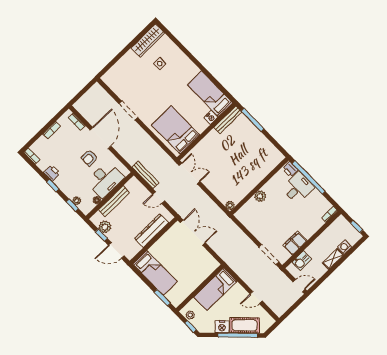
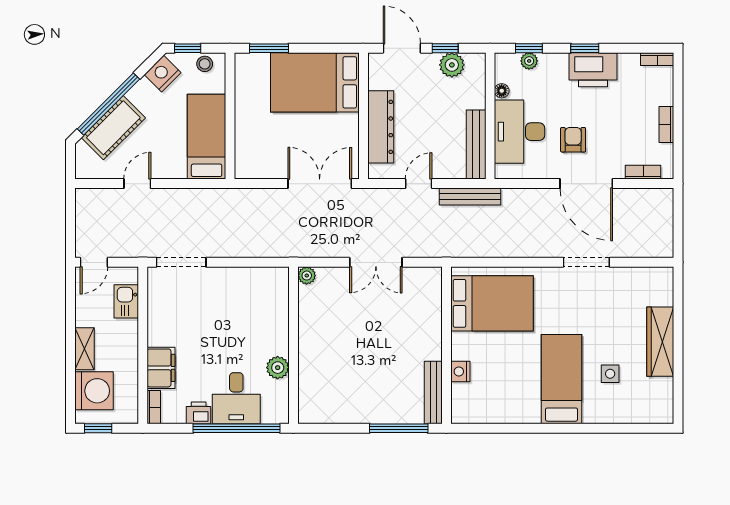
wardrobe: (148, 40) -> (660, 342), moved
bed: (210, 94) -> (561, 379), moved, turned -90
printer: (290, 169) -> (199, 413), moved
printer: (52, 173) -> (593, 70), width x1.87, depth x1.48
double door: (190, 173) -> (376, 262), moved
plant: (260, 196) -> (278, 368), moved
bench: (114, 201) -> (476, 145), moved
double door: (193, 233) -> (320, 184), swing flipped
filing cabinet: (295, 243) -> (161, 368), moved
washing machine: (345, 247) -> (94, 391), width x1.89, depth x1.89
door: (116, 250) -> (402, 48), hinge flipped
bed: (155, 273) -> (315, 82), width x1.50
nightstand: (222, 327) -> (163, 74), moved

